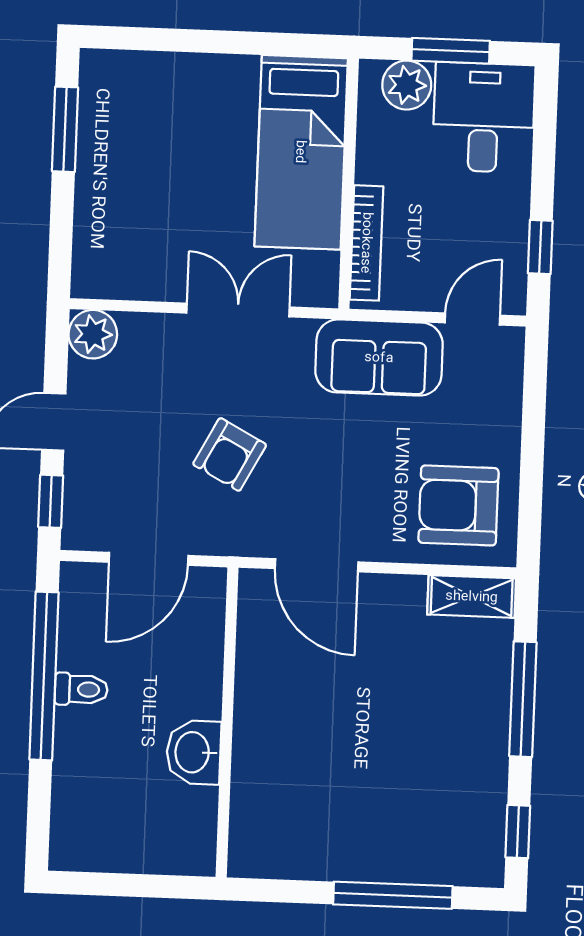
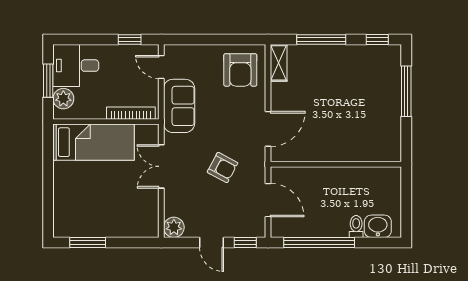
toilet: (81, 689) -> (356, 226), moved
washbasin: (194, 752) -> (378, 226), moved, turned 180

